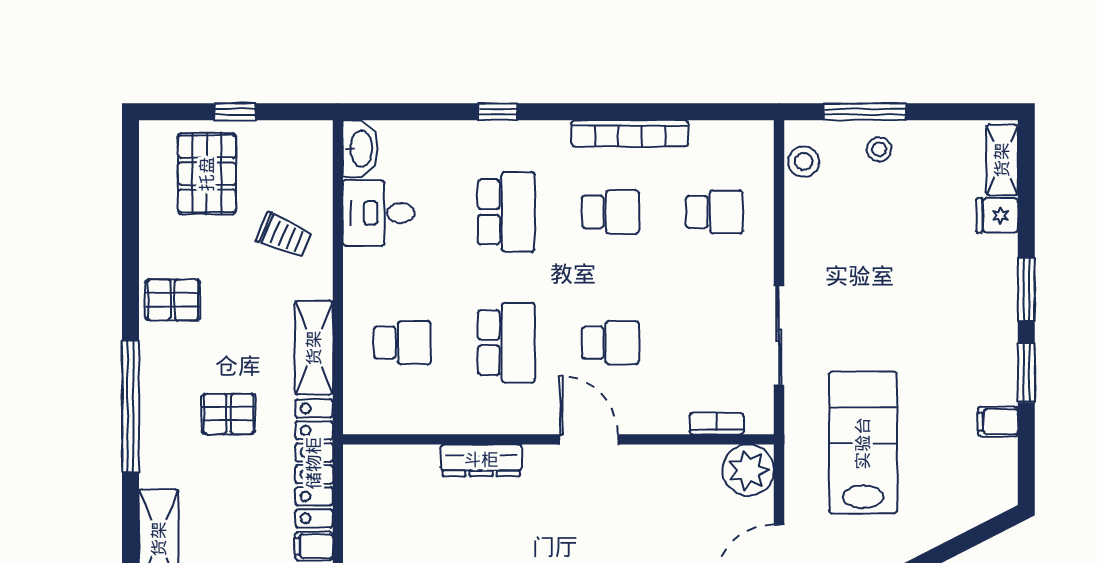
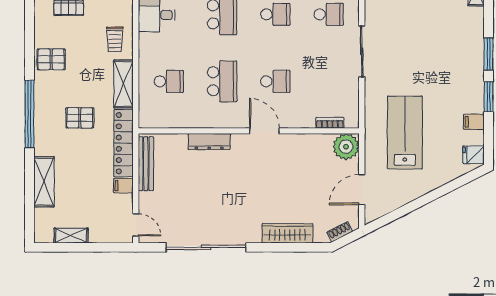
fridge: (997, 215) -> (474, 155), moved
trolley: (284, 235) -> (115, 39), moved, turned 67
sliding door: (779, 335) -> (362, 51), moved
bench: (358, 503) -> (146, 164), added

